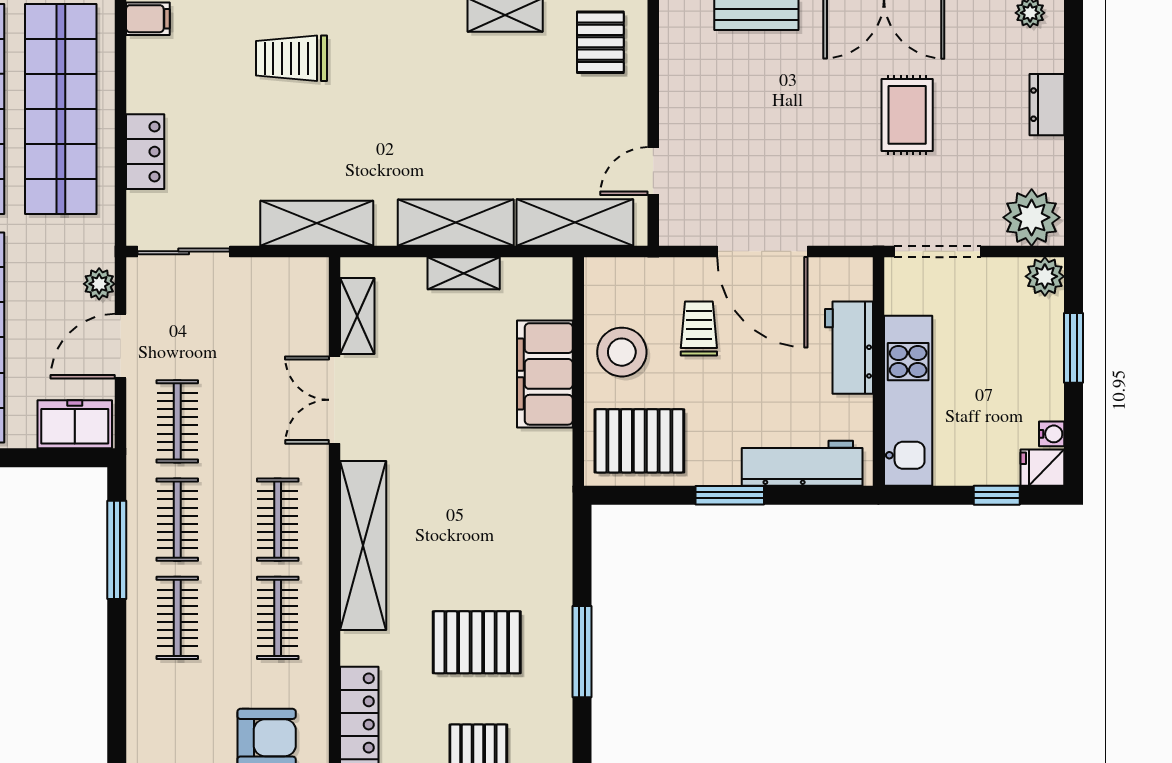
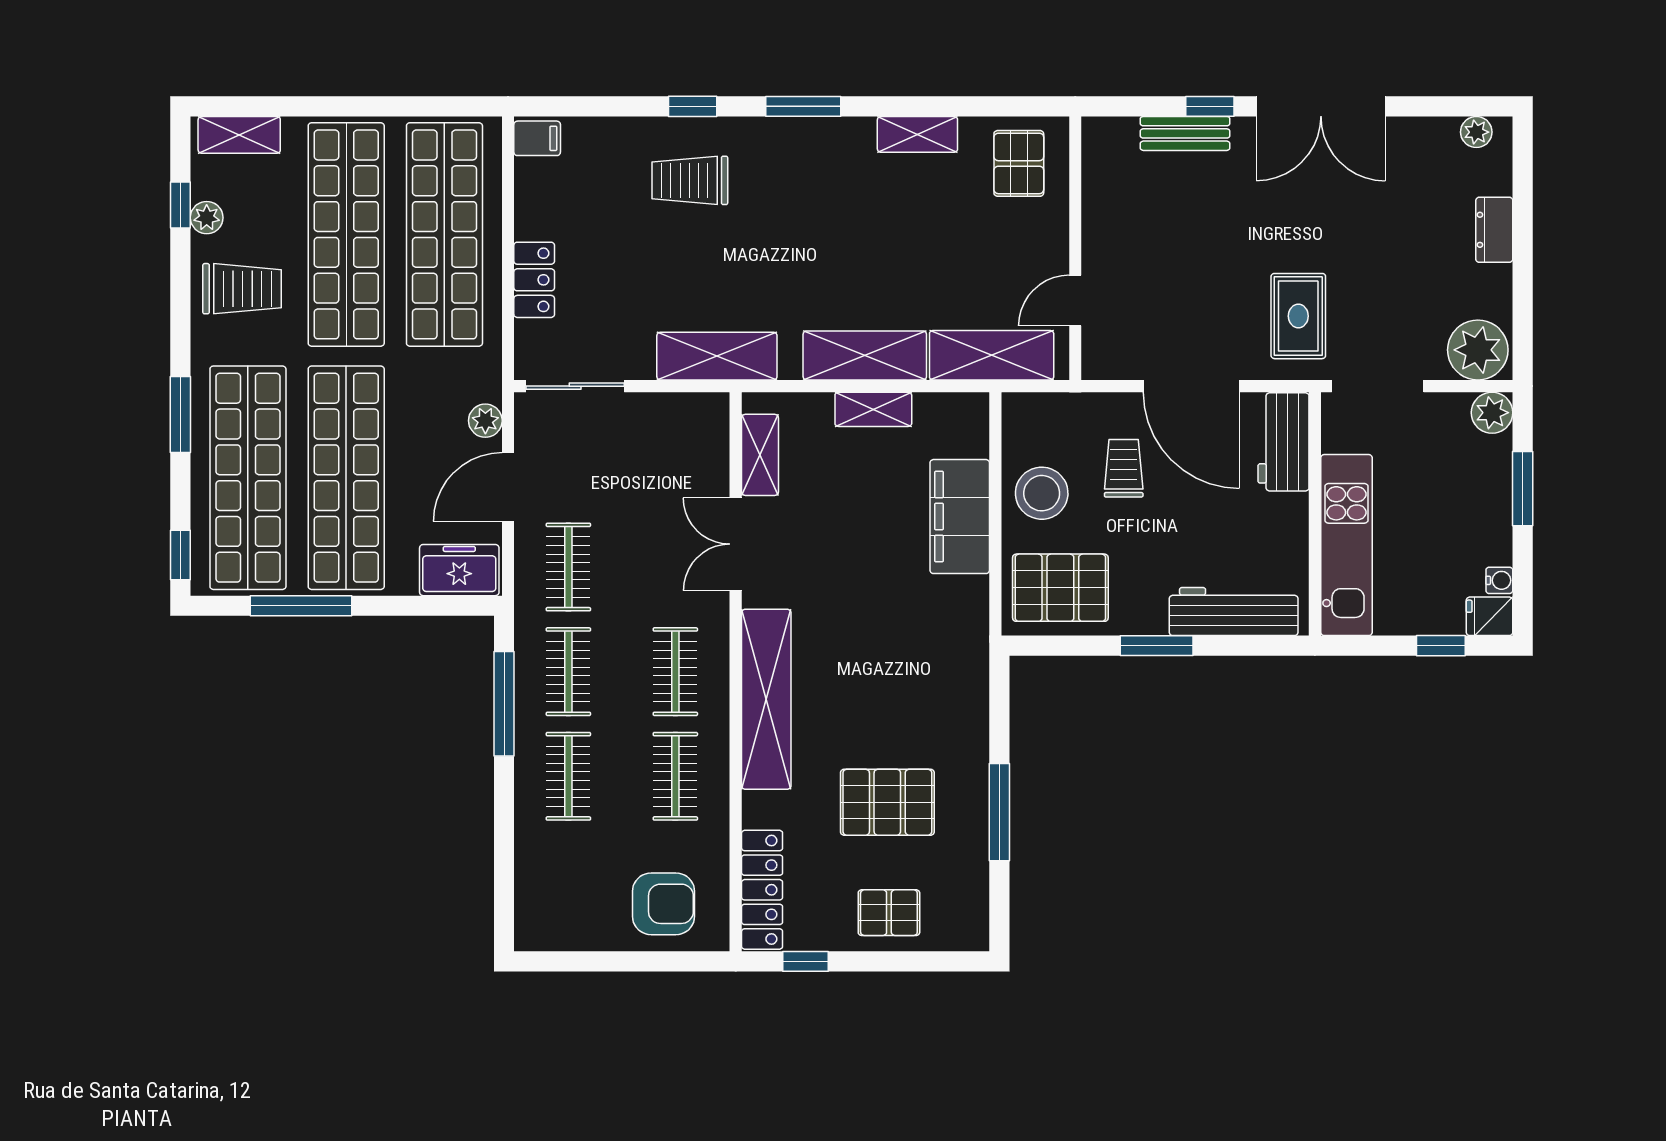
rug: (907, 115) -> (1298, 316), moved
workbench: (849, 348) -> (1283, 442), moved

